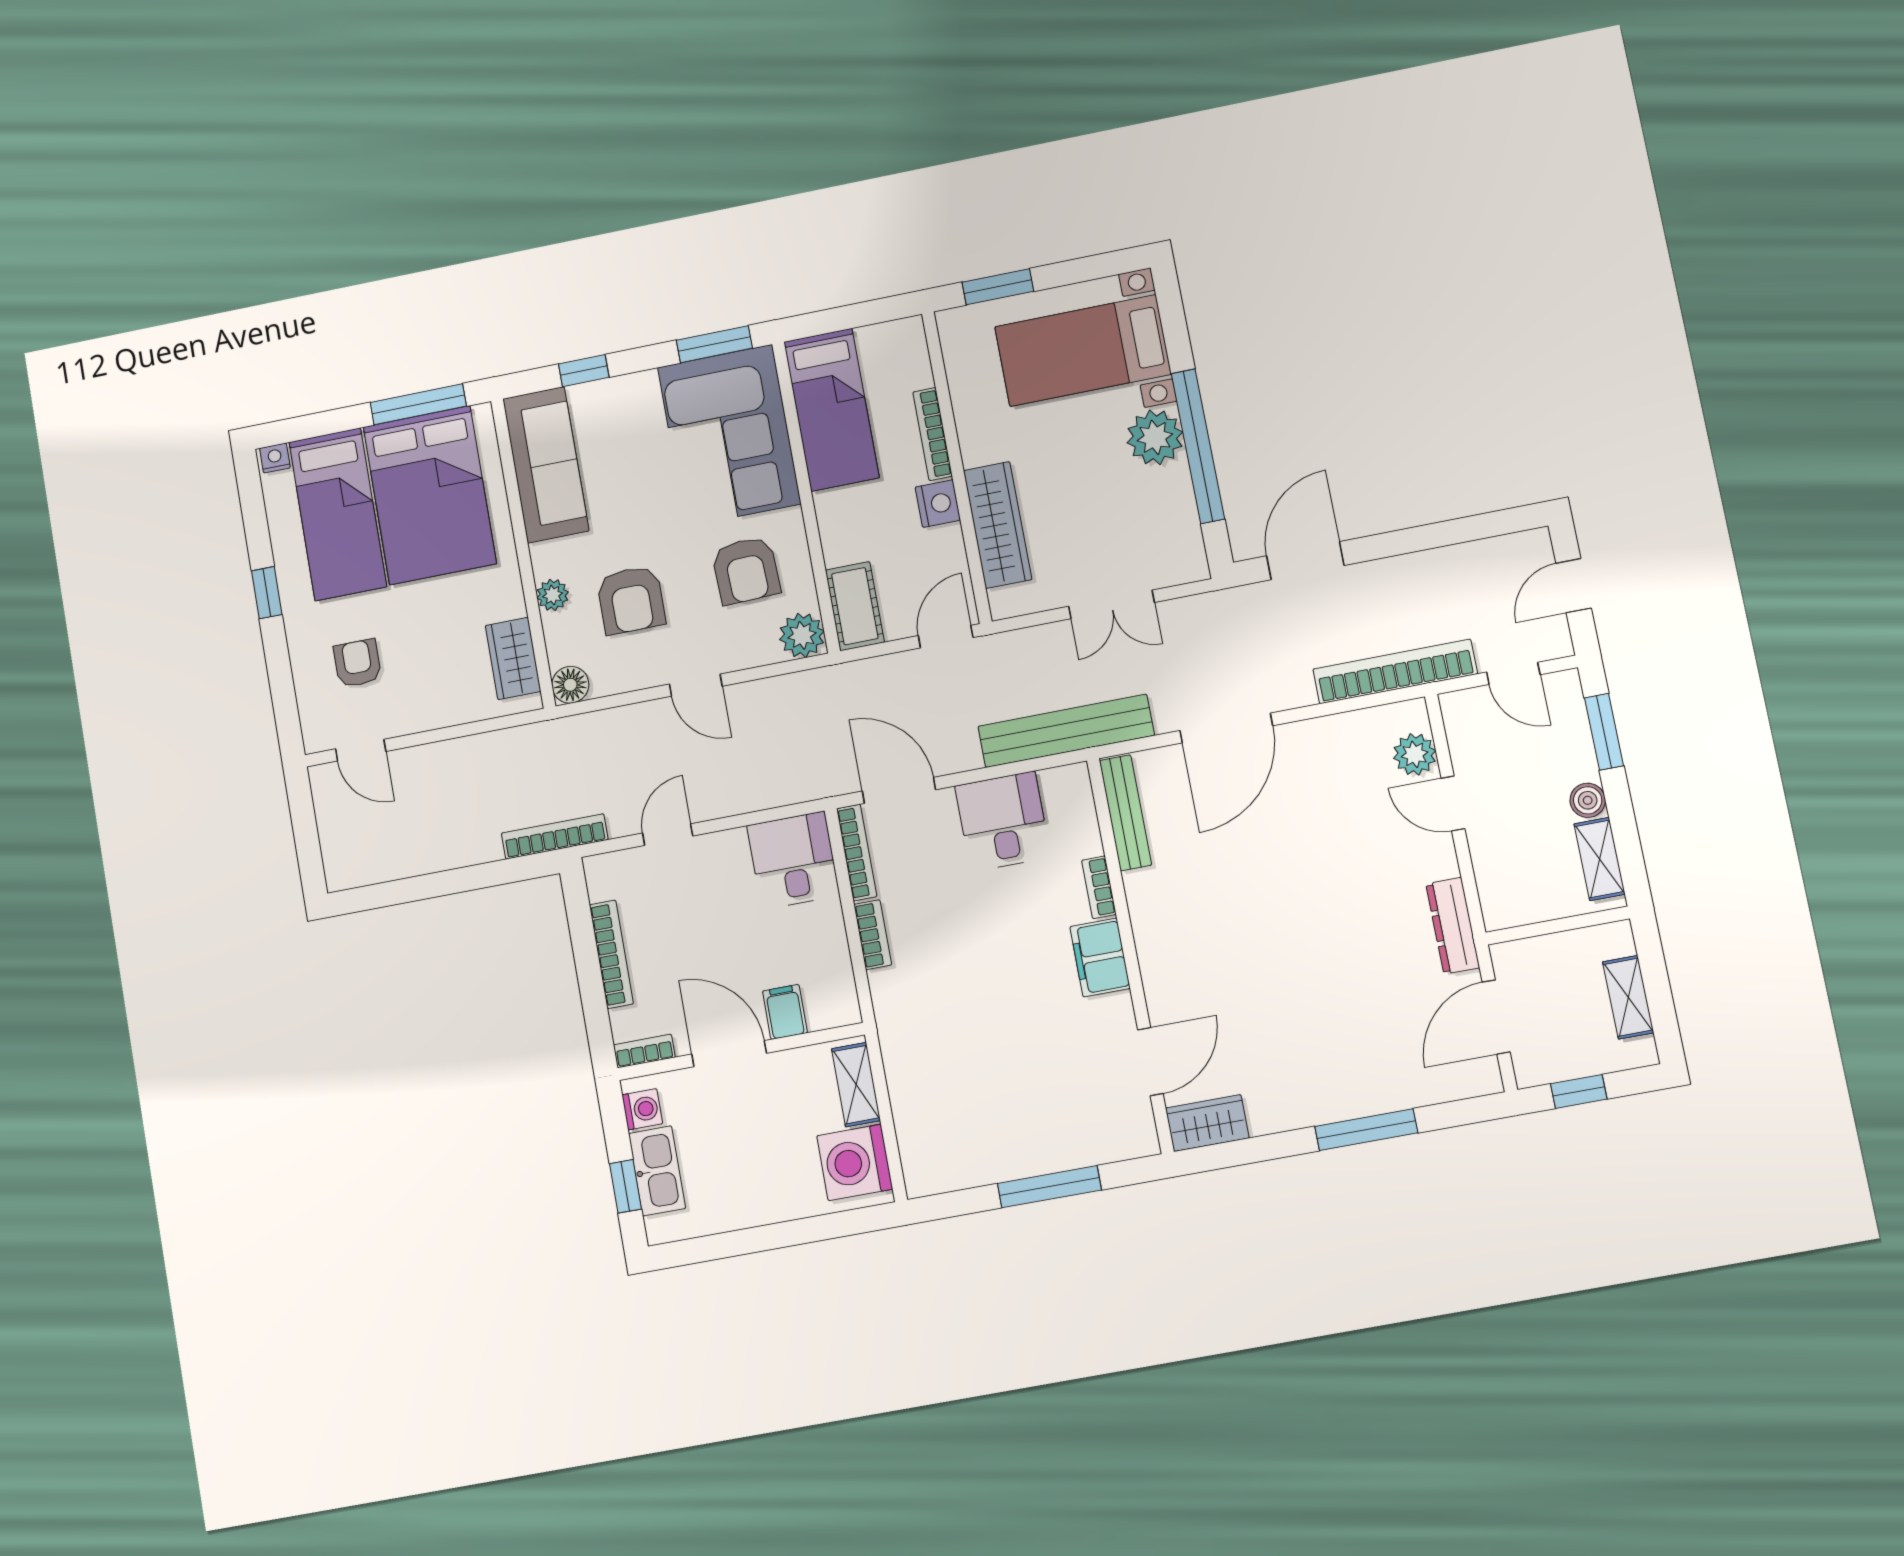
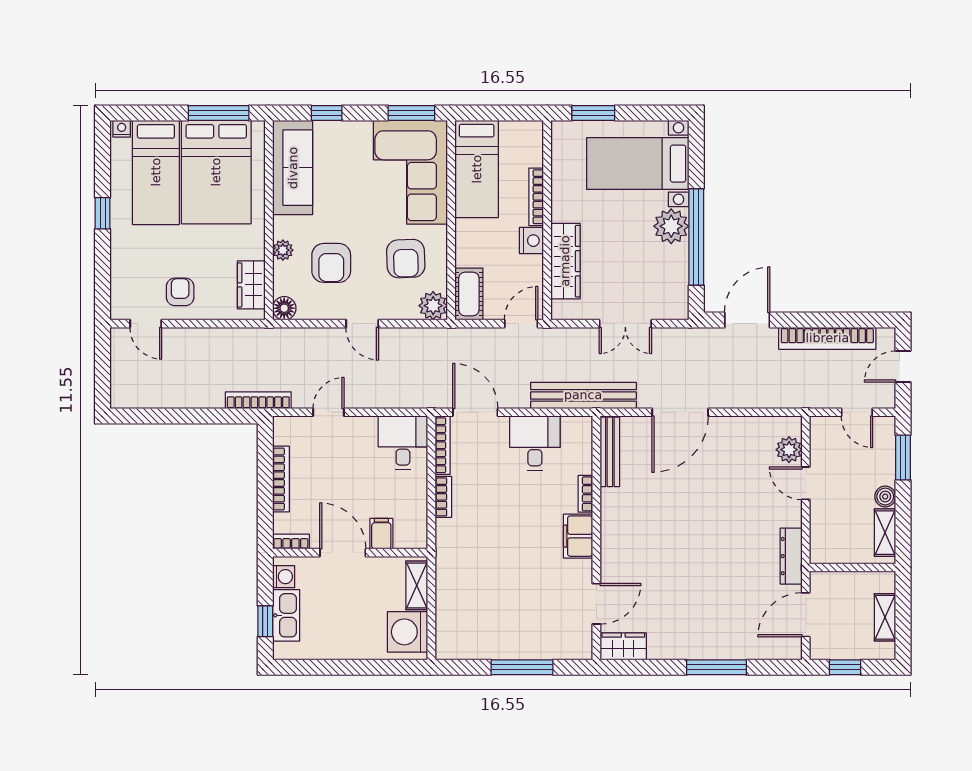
armchair: (357, 663) -> (180, 292), moved
bookcase: (1395, 671) -> (827, 338), moved, turned 180

